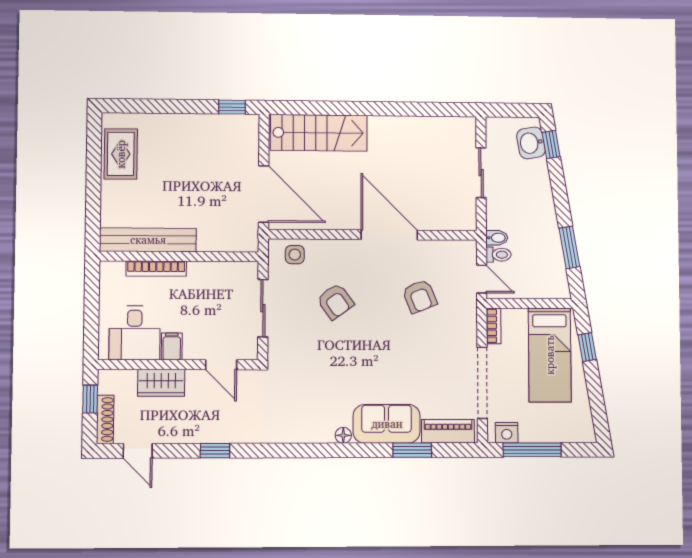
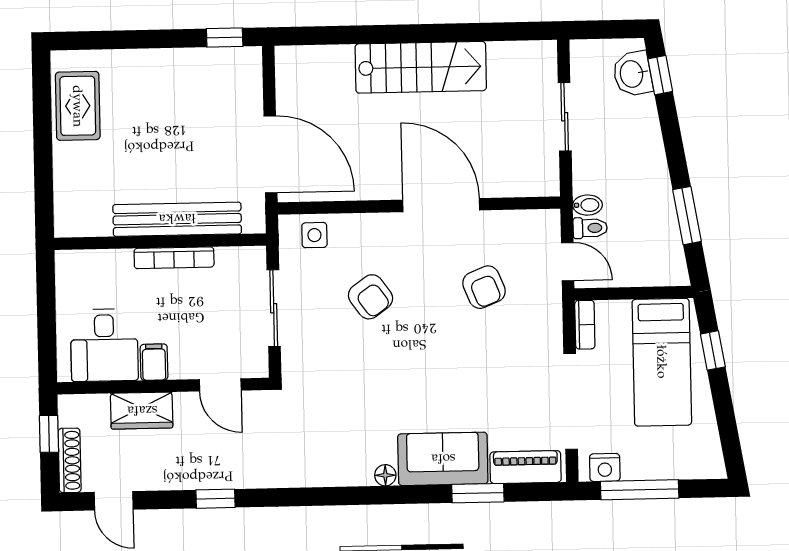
stairs: (319, 133) -> (421, 67), moved
bench: (148, 240) -> (177, 219), moved
bookcase: (156, 269) -> (174, 258), moved

